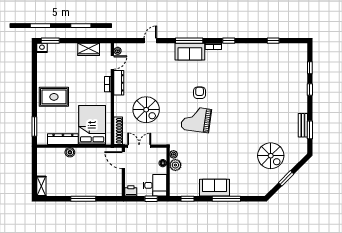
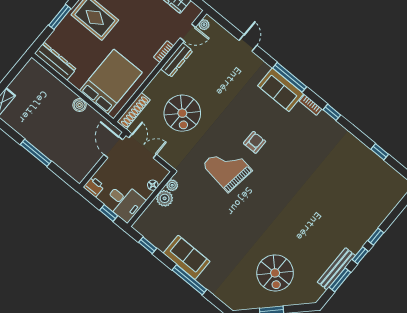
door: (150, 41) -> (248, 43), hinge flipped
window: (310, 68) -> (360, 255), moved
bench: (303, 125) -> (336, 269), width x1.36
window: (34, 127) -> (60, 17), moved
dresser: (63, 139) -> (55, 61), moved
boiler: (70, 152) -> (80, 105), moved

